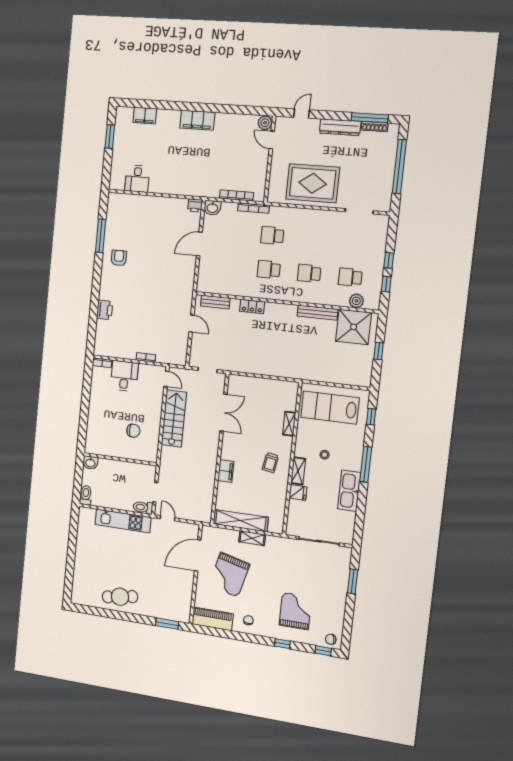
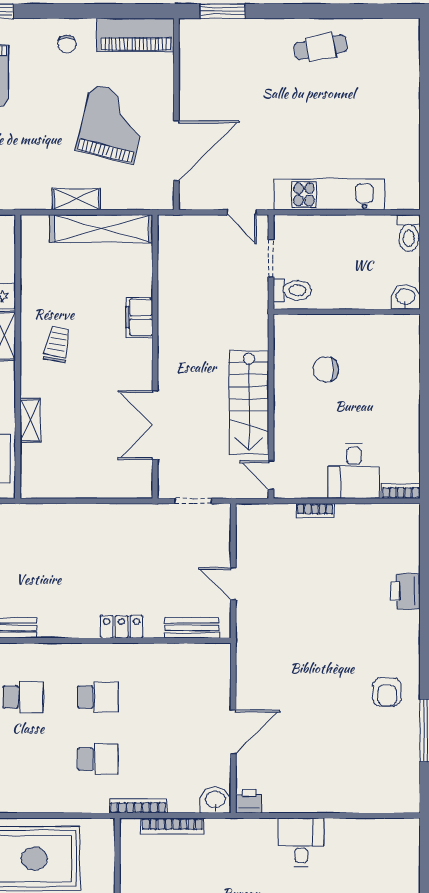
desk: (137, 179) -> (301, 842), moved
toilet: (143, 507) -> (292, 290), moved
cafe table: (120, 597) -> (321, 47), width x0.73, depth x0.74

